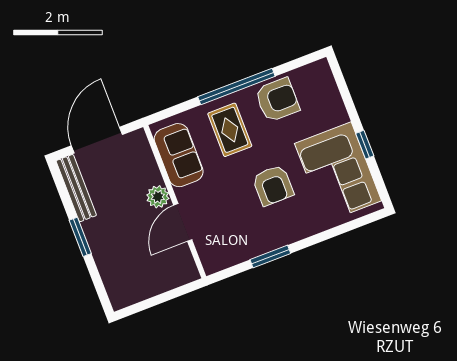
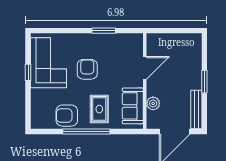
plant: (158, 197) -> (153, 103), moved

